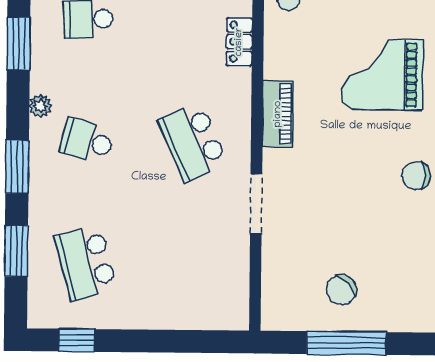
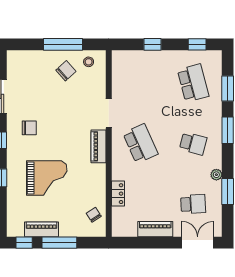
plant: (41, 106) -> (216, 175), moved
piano: (278, 114) -> (98, 146), moved
stool: (295, 307) -> (89, 62), added
window: (167, 341) -> (152, 44), added

